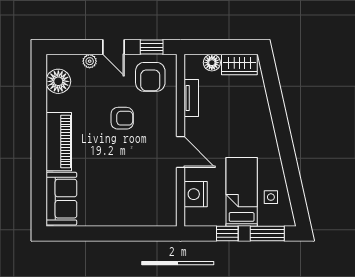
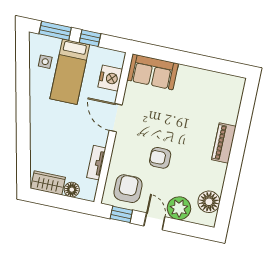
plant: (90, 61) -> (179, 208), width x1.88, depth x1.88
piano: (59, 142) -> (224, 143), width x0.73, depth x0.75
sofa: (61, 199) -> (153, 72), moved, turned -90

